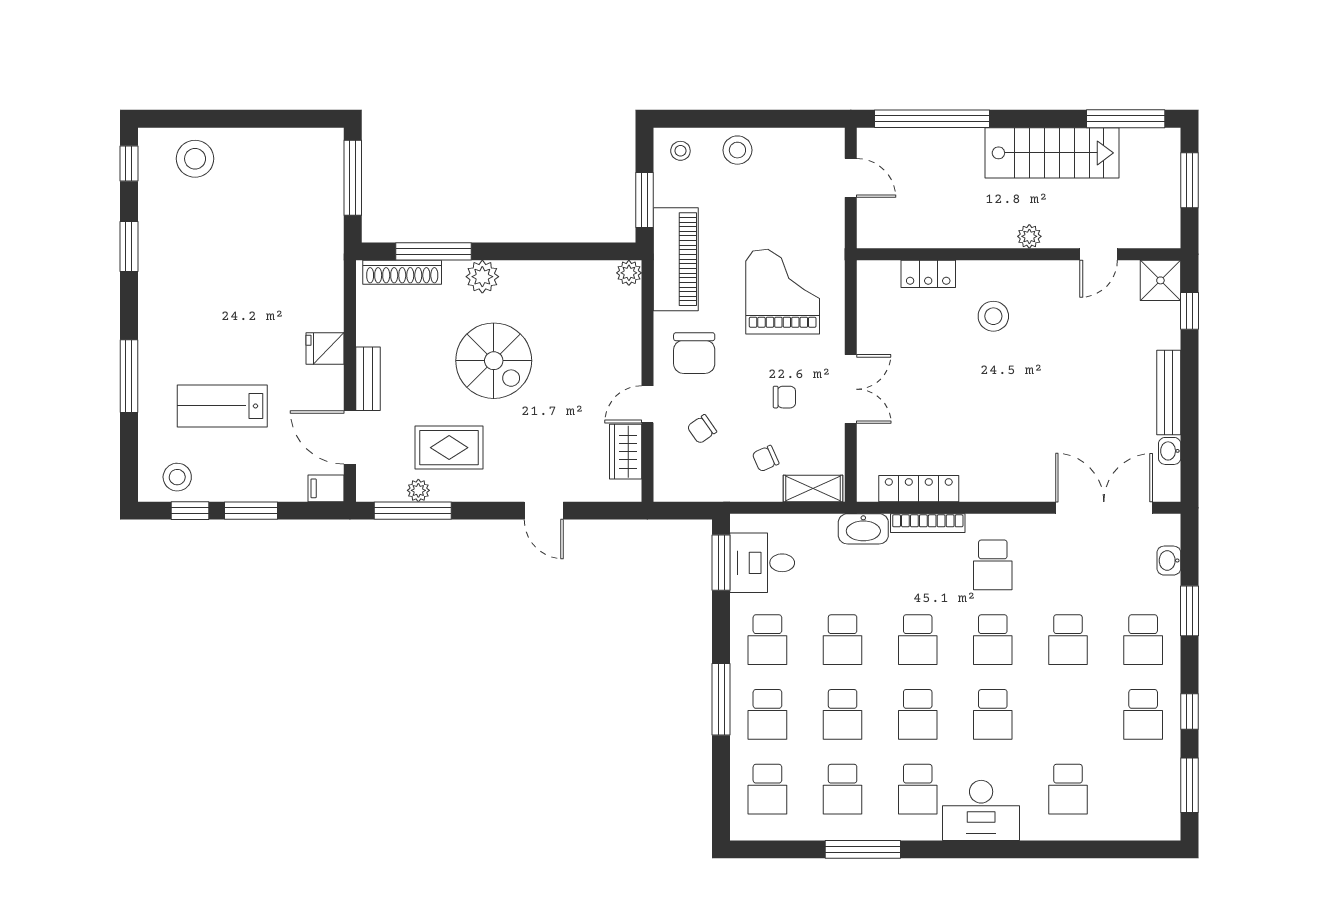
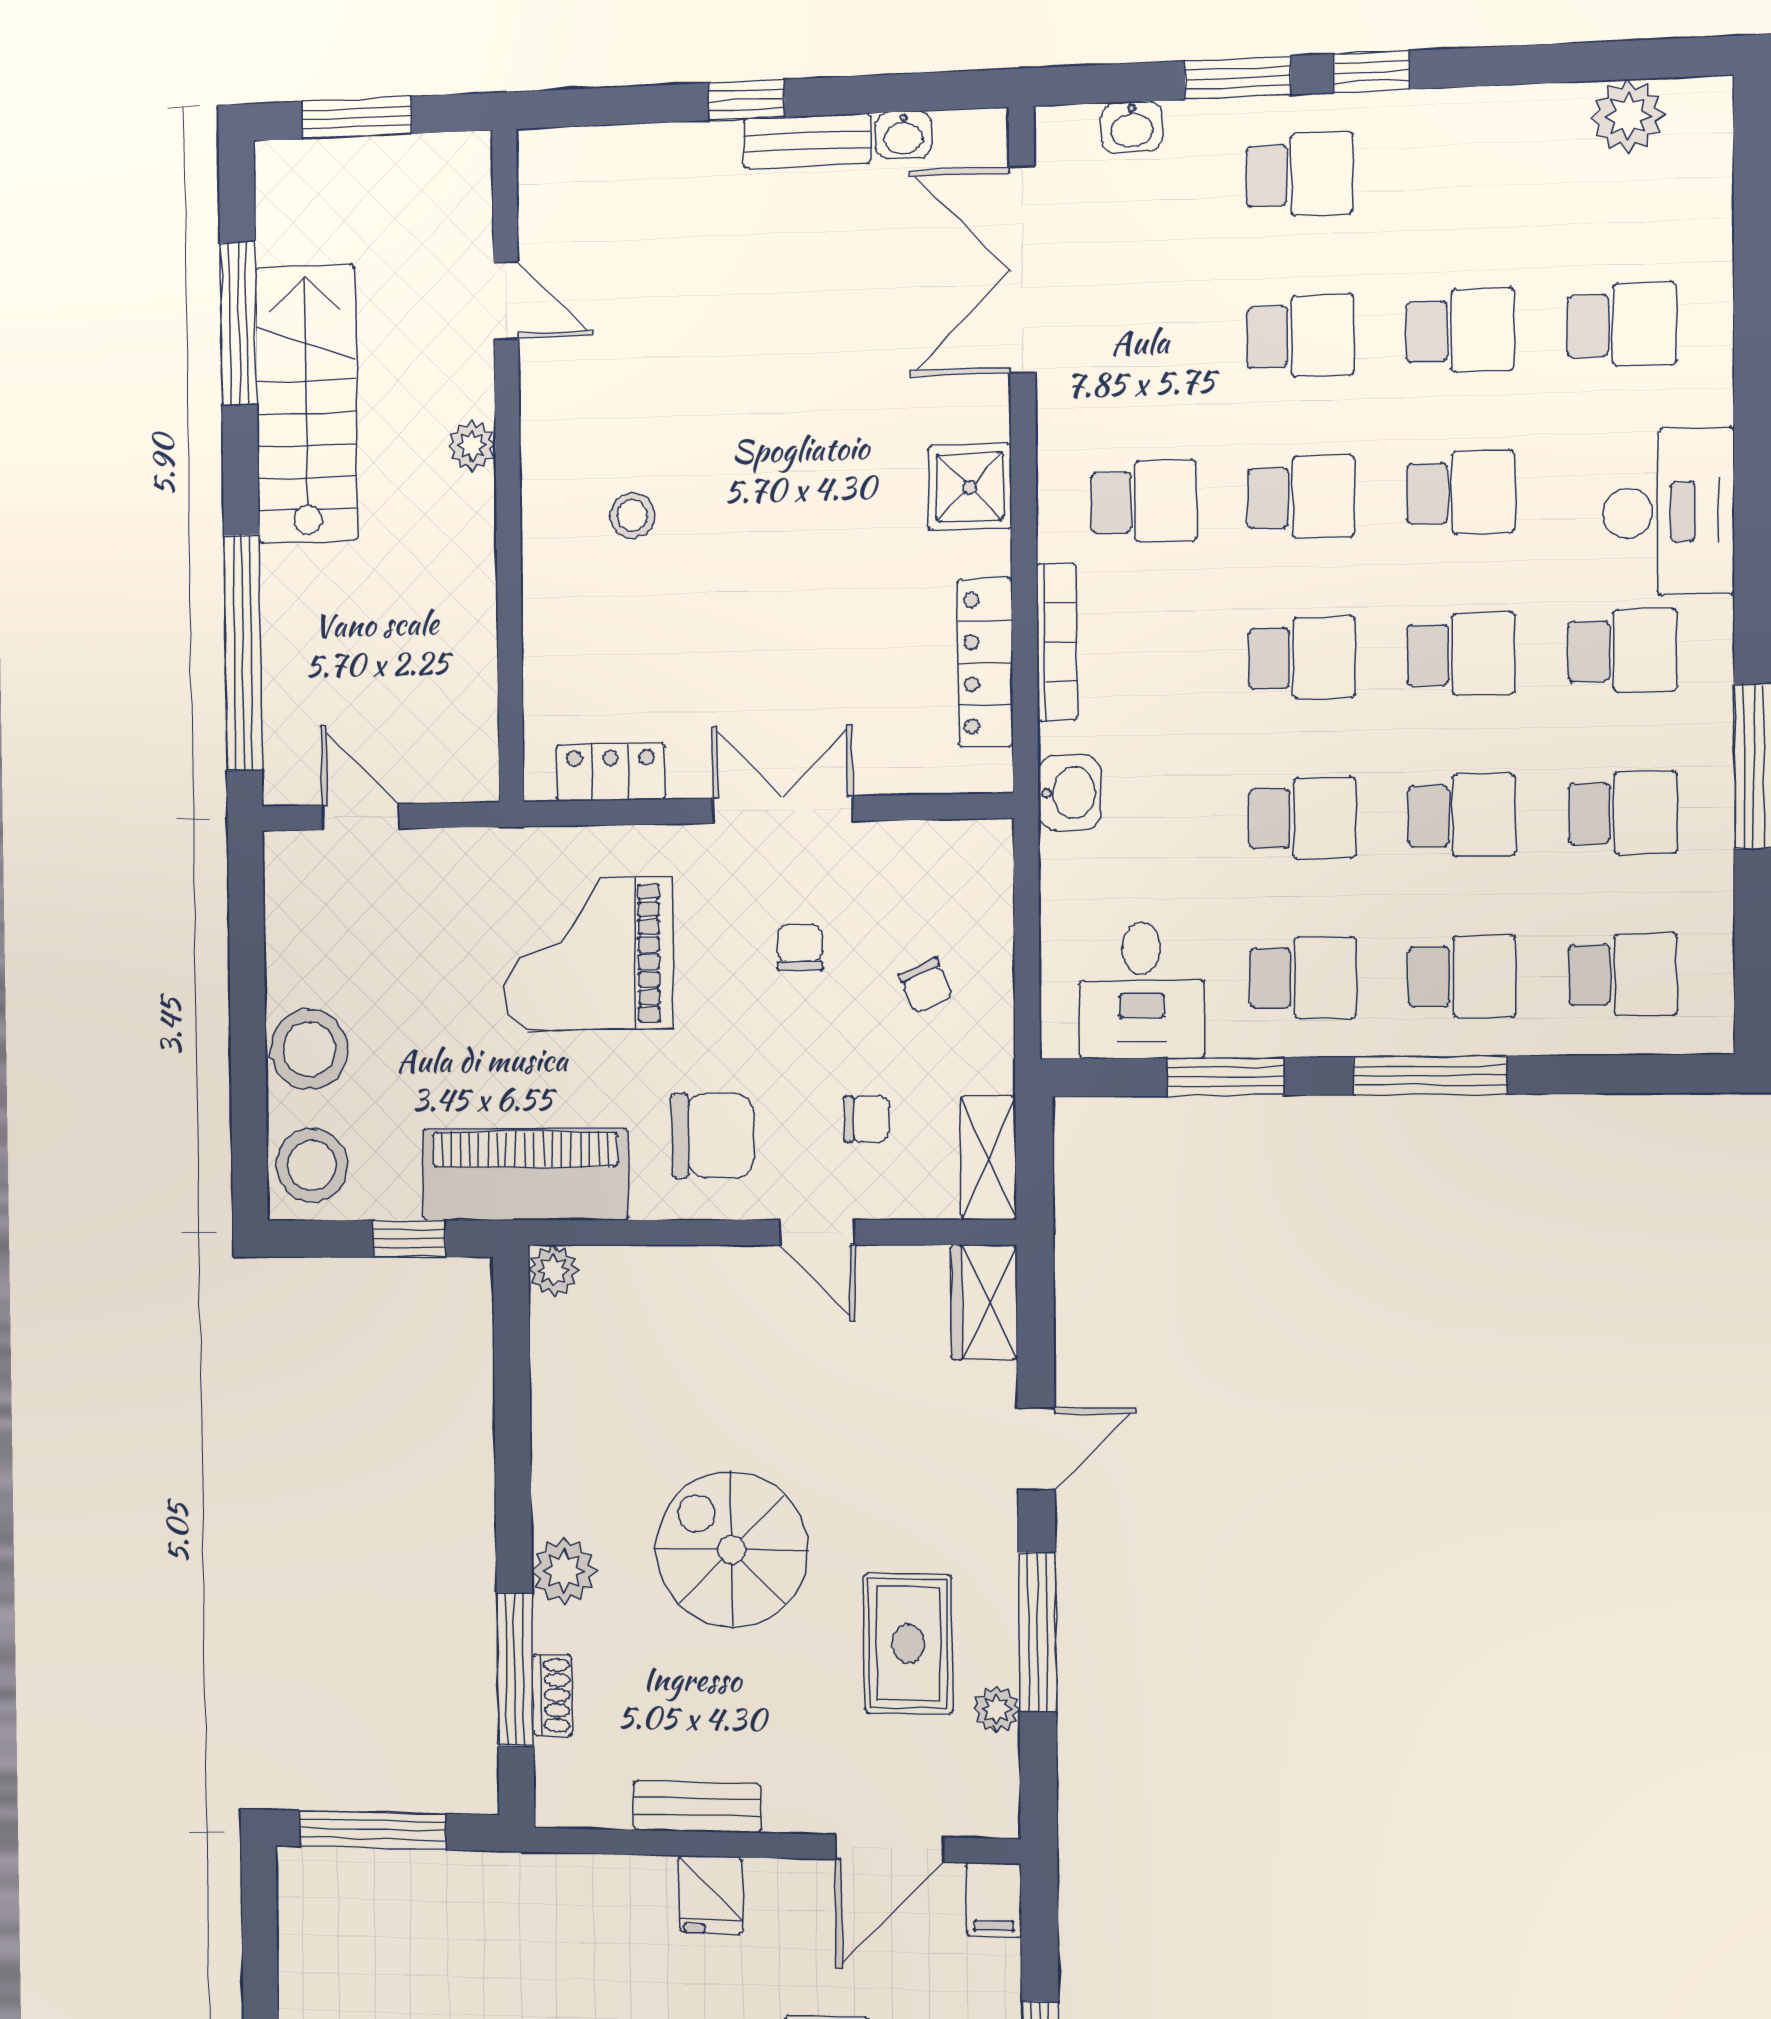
window: (1126, 119) -> (239, 324), moved
stool: (737, 150) -> (309, 1049), width x1.38, depth x1.38
stool: (680, 151) -> (312, 1165), width x1.89, depth x1.89
door: (851, 178) -> (361, 817), hinge flipped
window: (644, 200) -> (409, 1239), width x0.67
shoe rack: (402, 272) -> (552, 1695), width x0.51, depth x0.81
locker: (928, 274) -> (611, 772), moved, turned -90
shower: (1160, 280) -> (970, 487), moved
window: (1189, 311) -> (746, 100), moved
stool: (993, 316) -> (632, 515), width x0.73, depth x0.73
spiral stairs: (494, 361) -> (732, 1550), turned -90
bench: (368, 379) -> (697, 1807), moved
bench: (1169, 393) -> (807, 141), width x0.73
chair: (702, 429) -> (867, 1119), turned -55
wardrobe: (626, 452) -> (984, 1302), moved, turned 90
shelving: (813, 488) -> (988, 1158), moved
window: (413, 511) -> (1037, 1632), moved
washbasin: (863, 529) -> (1070, 793), width x0.72
window: (721, 563) -> (1225, 1077), moved
window: (1189, 712) -> (1372, 72), moved
school desk: (1143, 714) -> (1460, 331), moved
window: (1189, 785) -> (1613, 61), removed
plant: (1164, 792) -> (1628, 116), added

